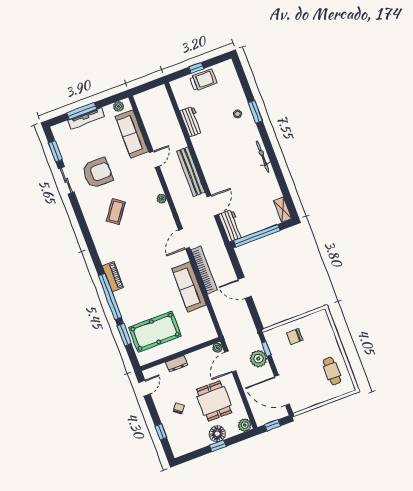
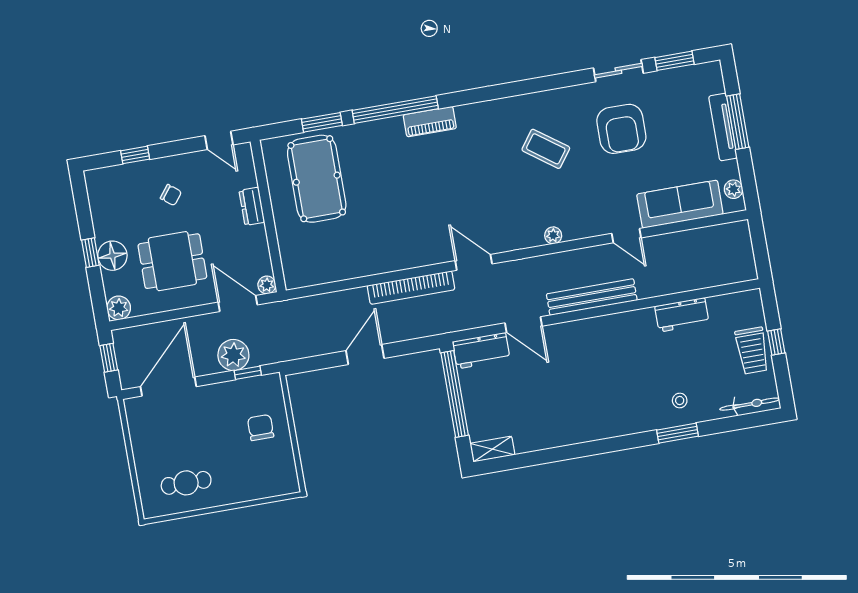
bicycle: (263, 157) -> (750, 404), moved
sofa: (189, 287) -> (386, 255), removed

